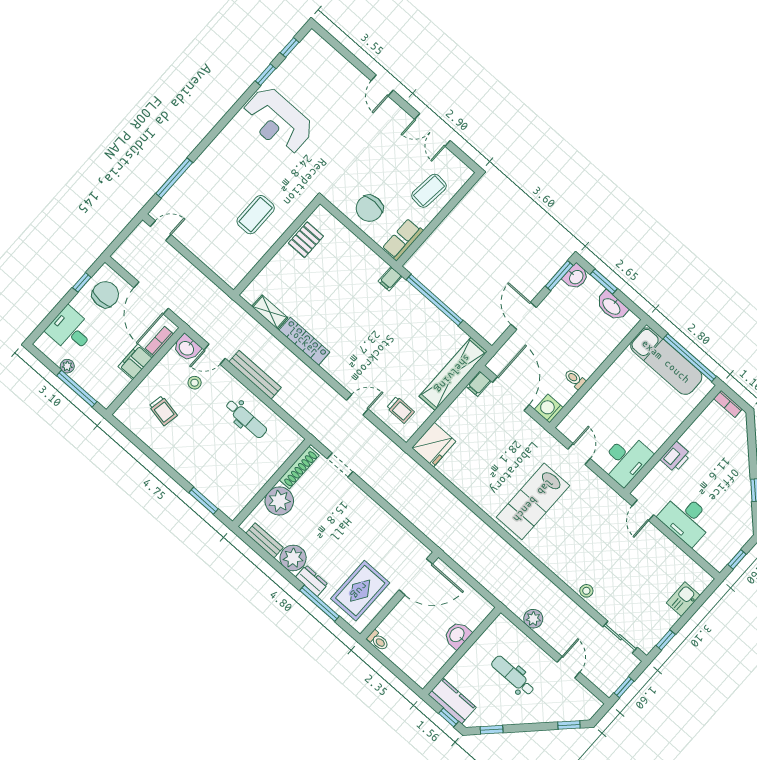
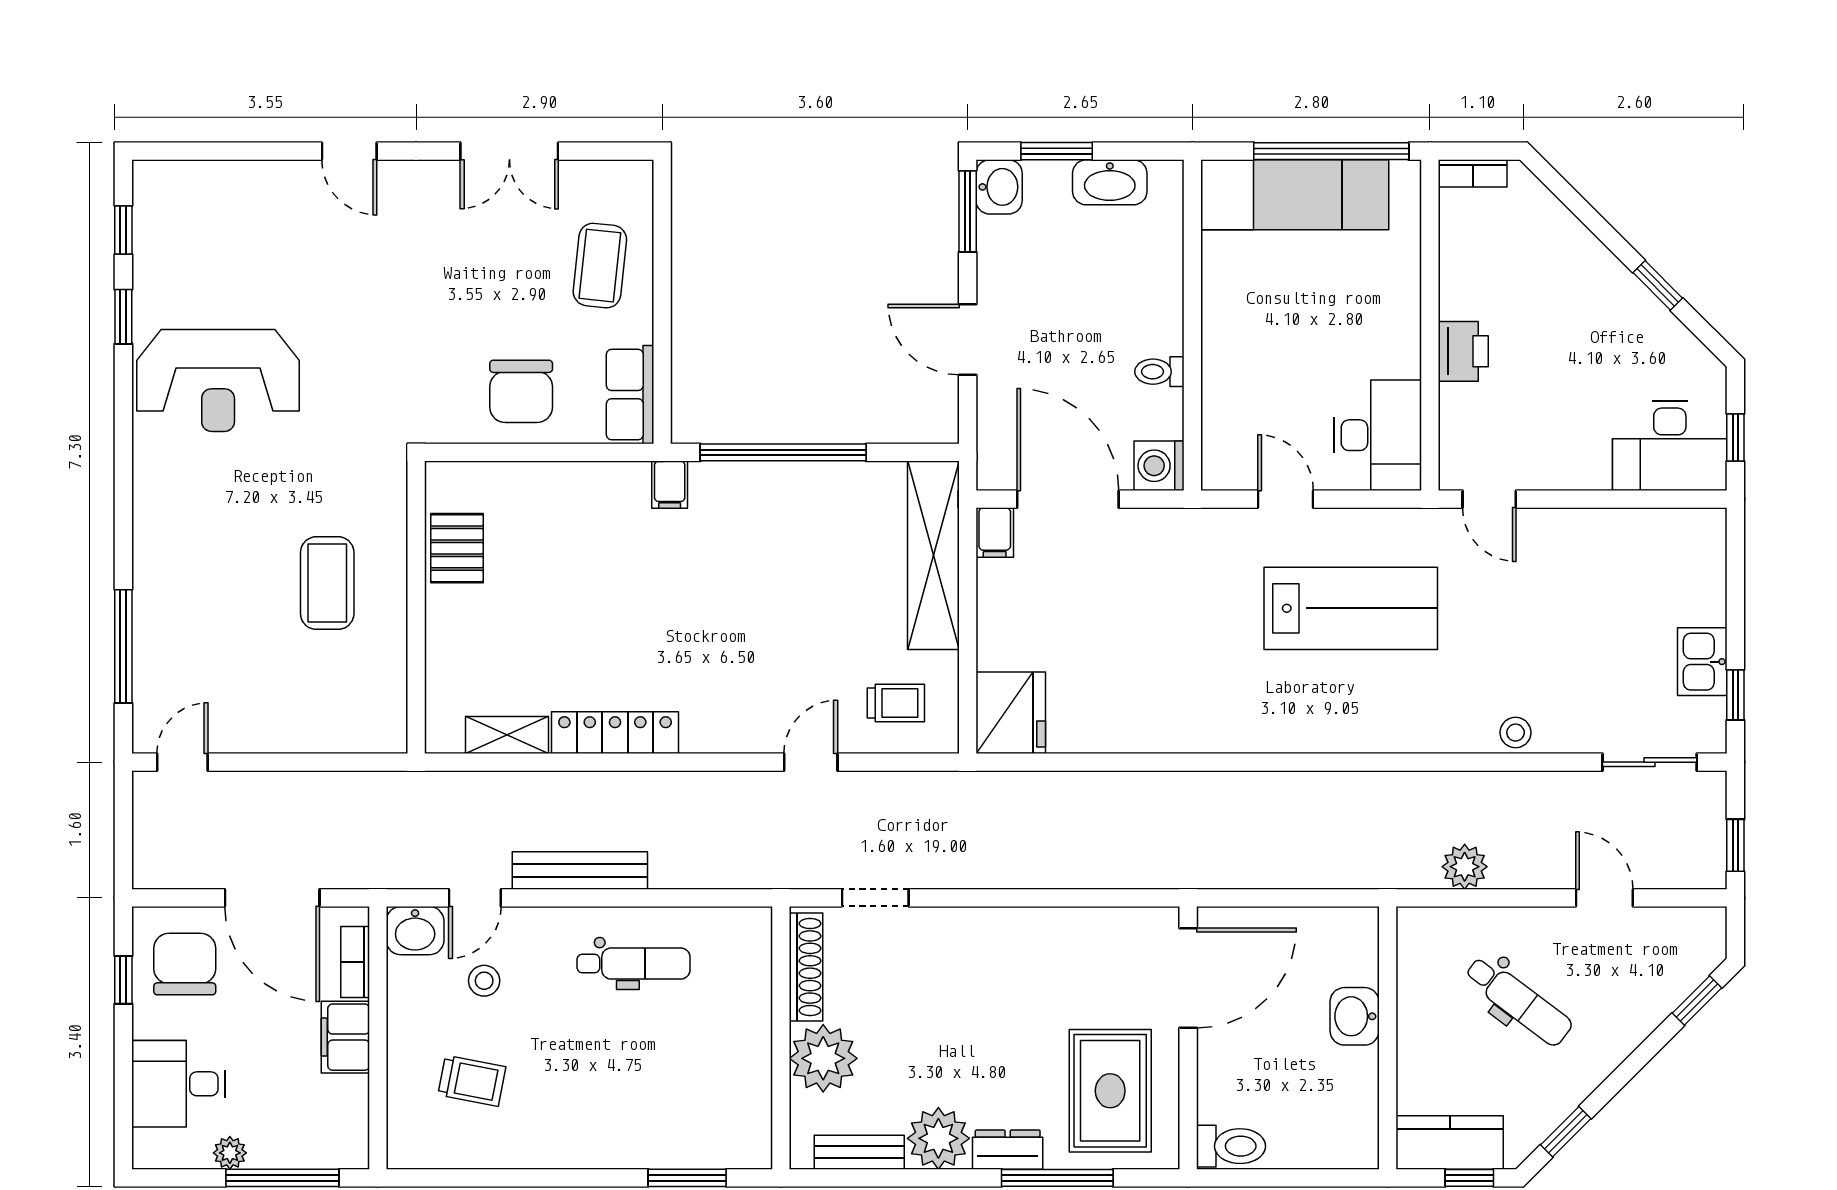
lab bench: (533, 501) -> (1351, 608), moved, turned -90
desk: (686, 519) -> (1670, 446), moved
kitchen sink: (683, 599) -> (1702, 662), moved
toilet: (378, 641) -> (1231, 1146), width x1.37, depth x1.39
dental chair: (513, 676) -> (1518, 1001), turned -143

